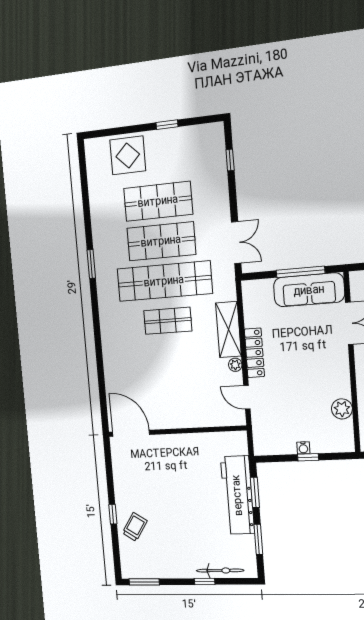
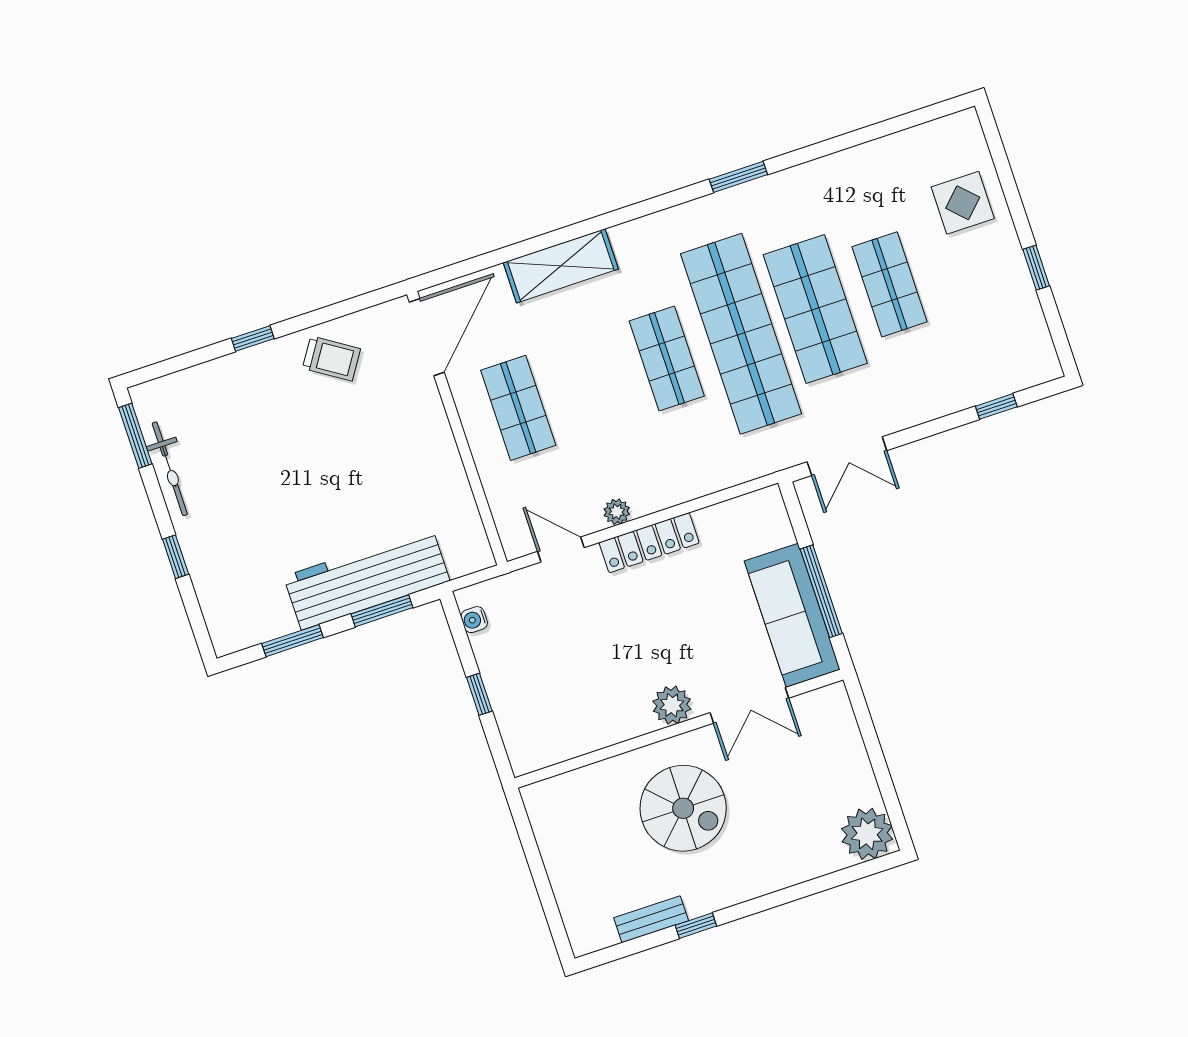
display table: (128, 155) -> (963, 203), width x0.73, depth x0.73
shop shelf: (158, 201) -> (890, 284), width x0.70, depth x0.74
shelving: (228, 330) -> (561, 266), moved
door: (247, 397) -> (561, 550), hinge flipped
shop shelf: (174, 399) -> (518, 408), added
plant: (342, 409) -> (672, 705), moved
water cooler: (303, 448) -> (474, 620), moved
trolley: (135, 527) -> (331, 359), moved
bicycle: (220, 571) -> (170, 469), moved

